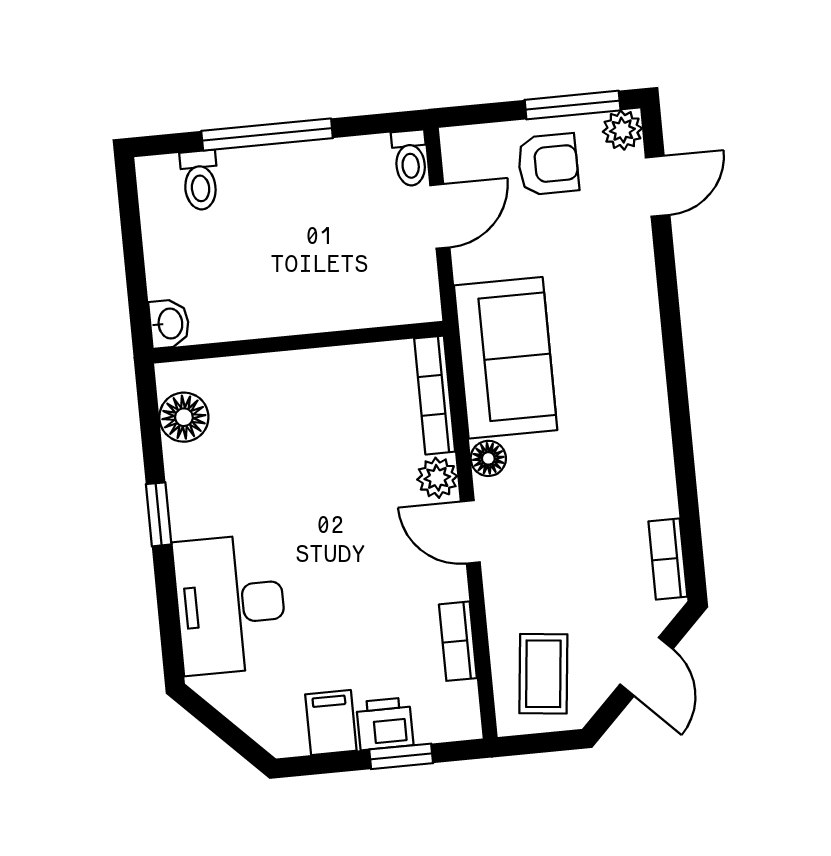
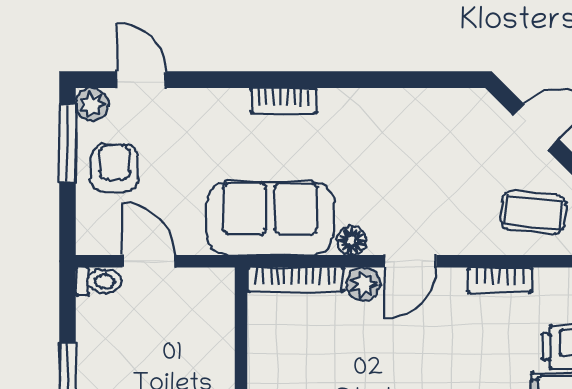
bookcase: (668, 559) -> (284, 101), moved

